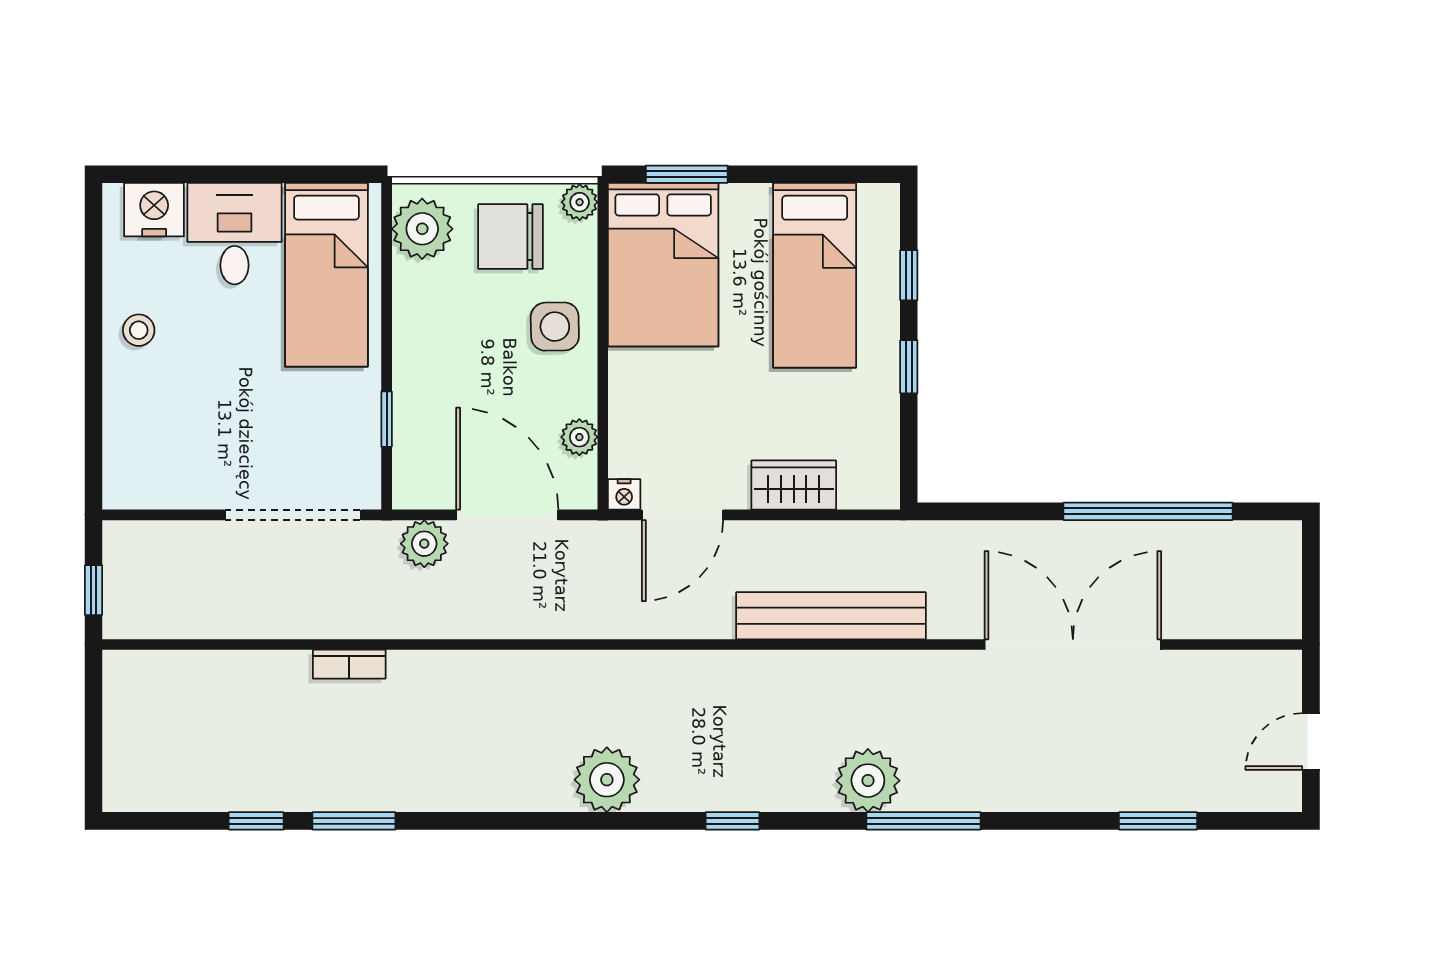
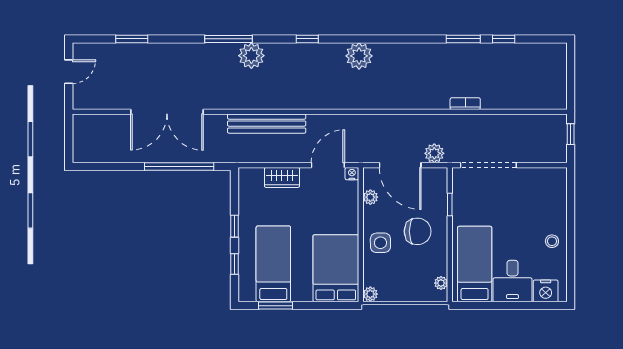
window: (687, 174) -> (275, 306), moved
plant: (422, 229) -> (441, 283), width x0.53, depth x0.53
chair: (510, 236) -> (418, 231), moved
window: (1148, 511) -> (179, 167), moved

